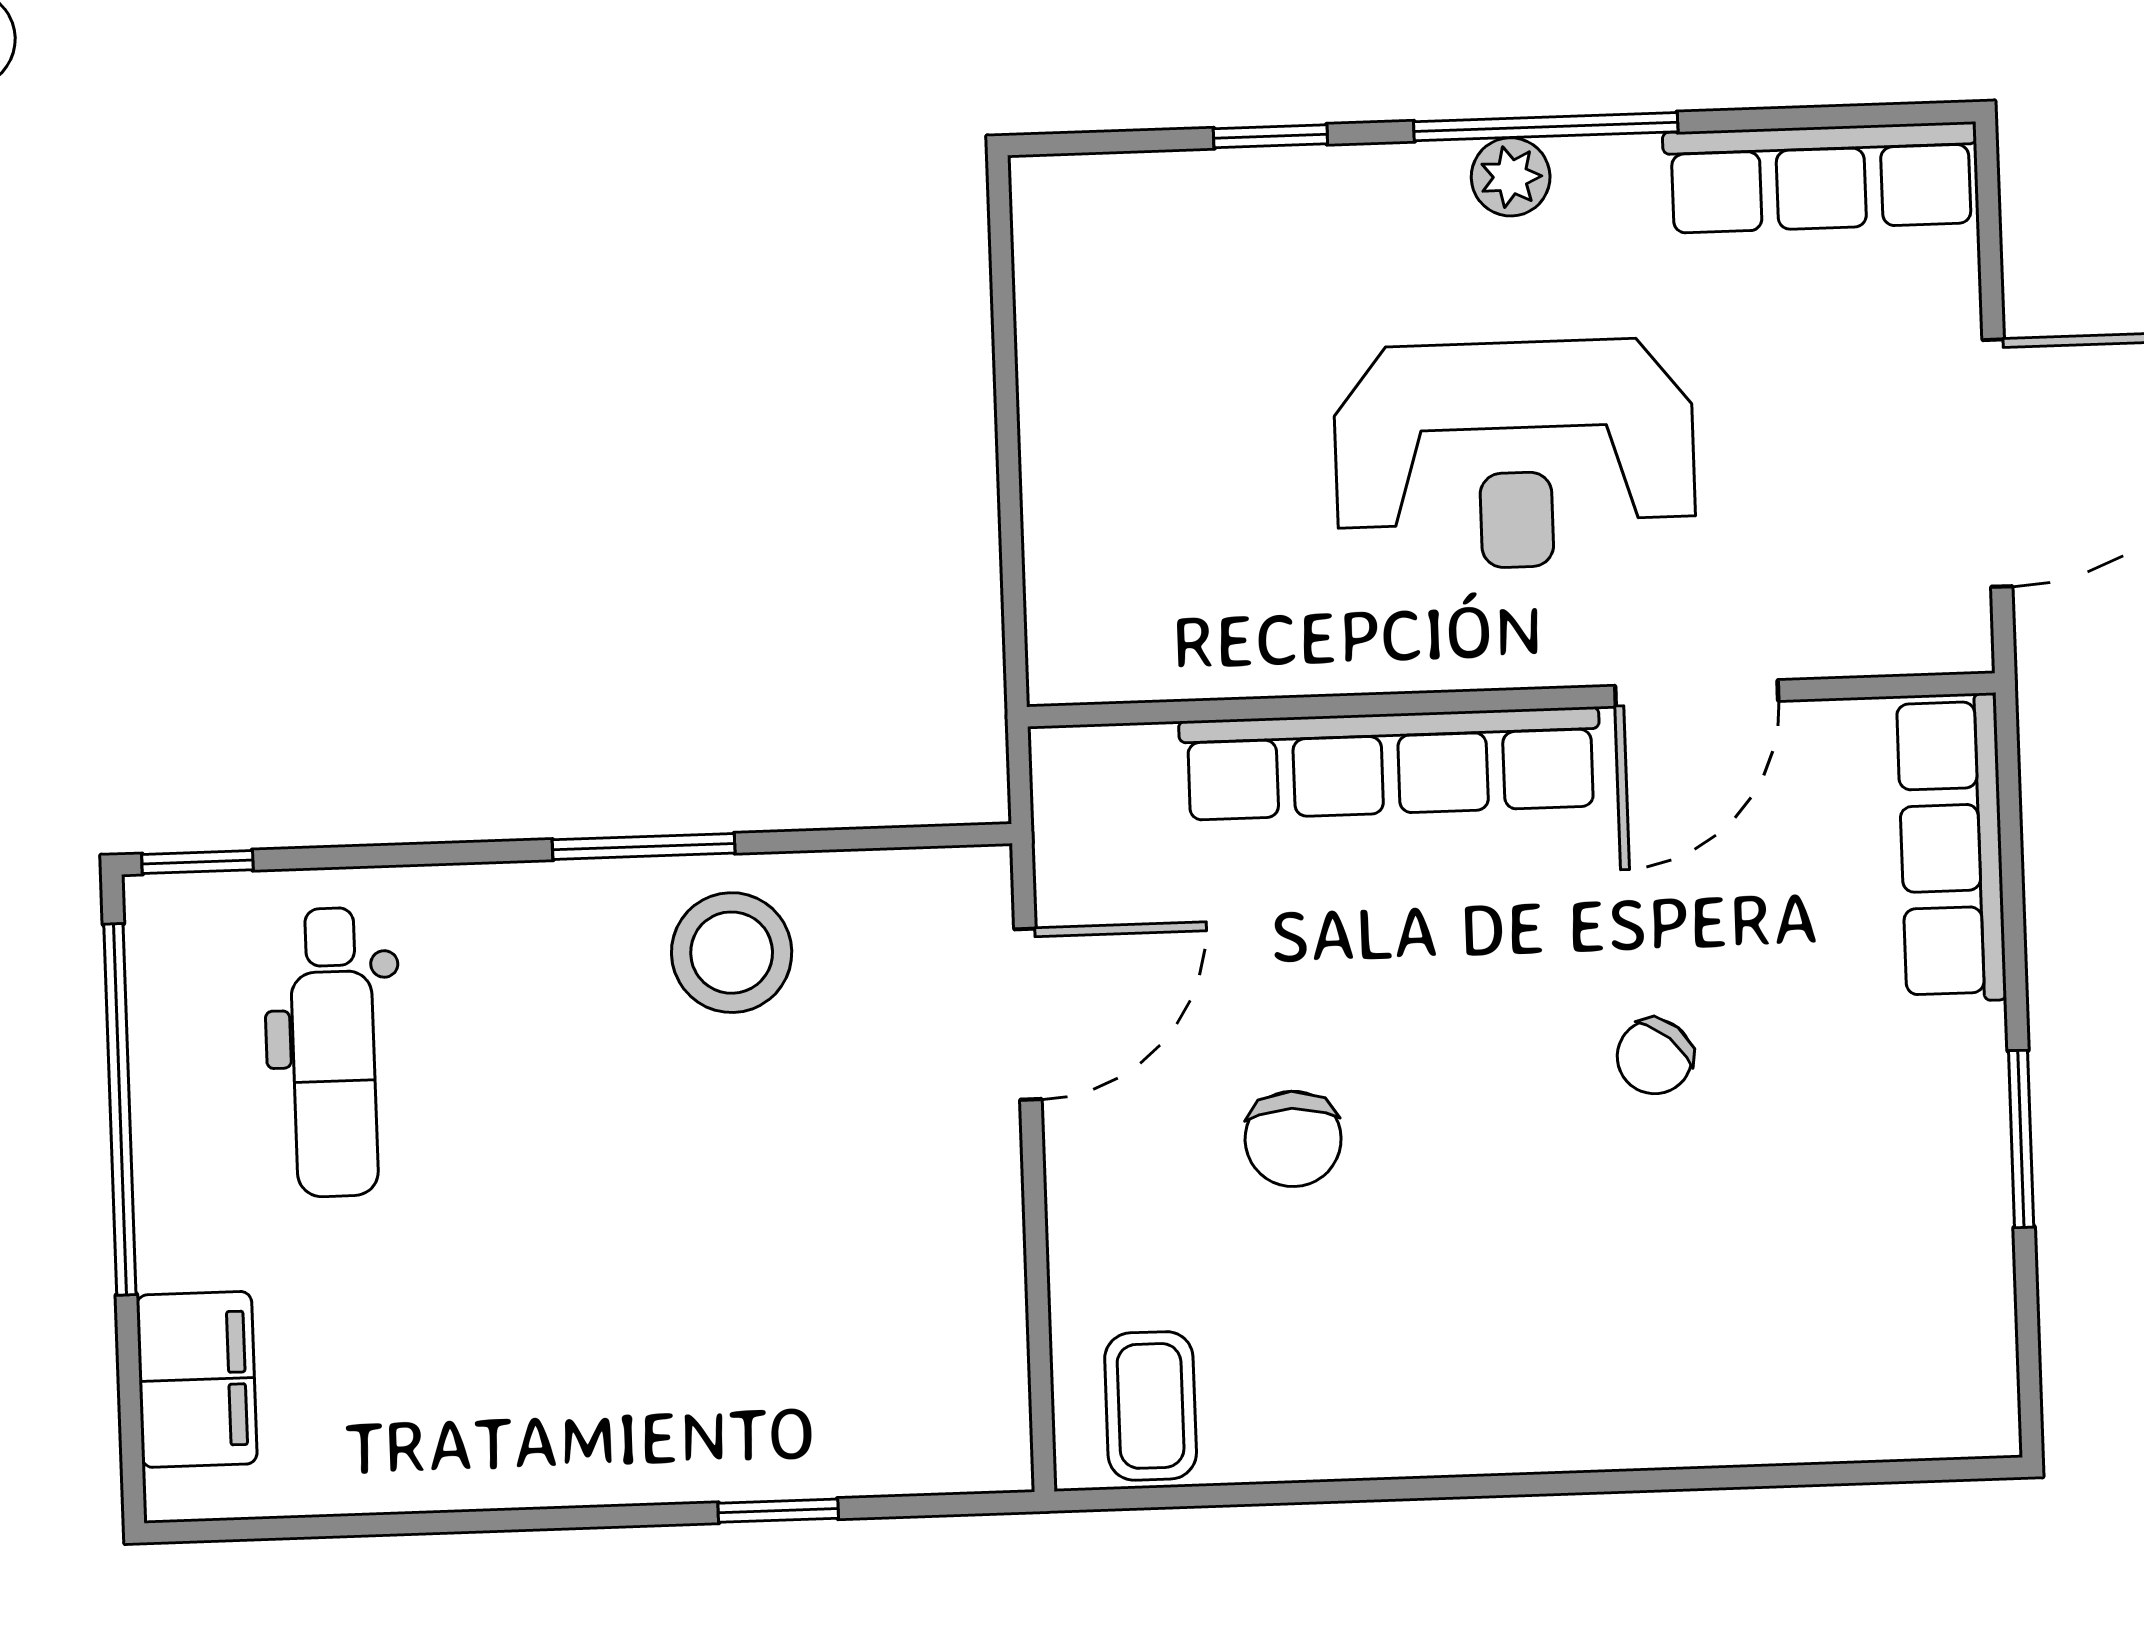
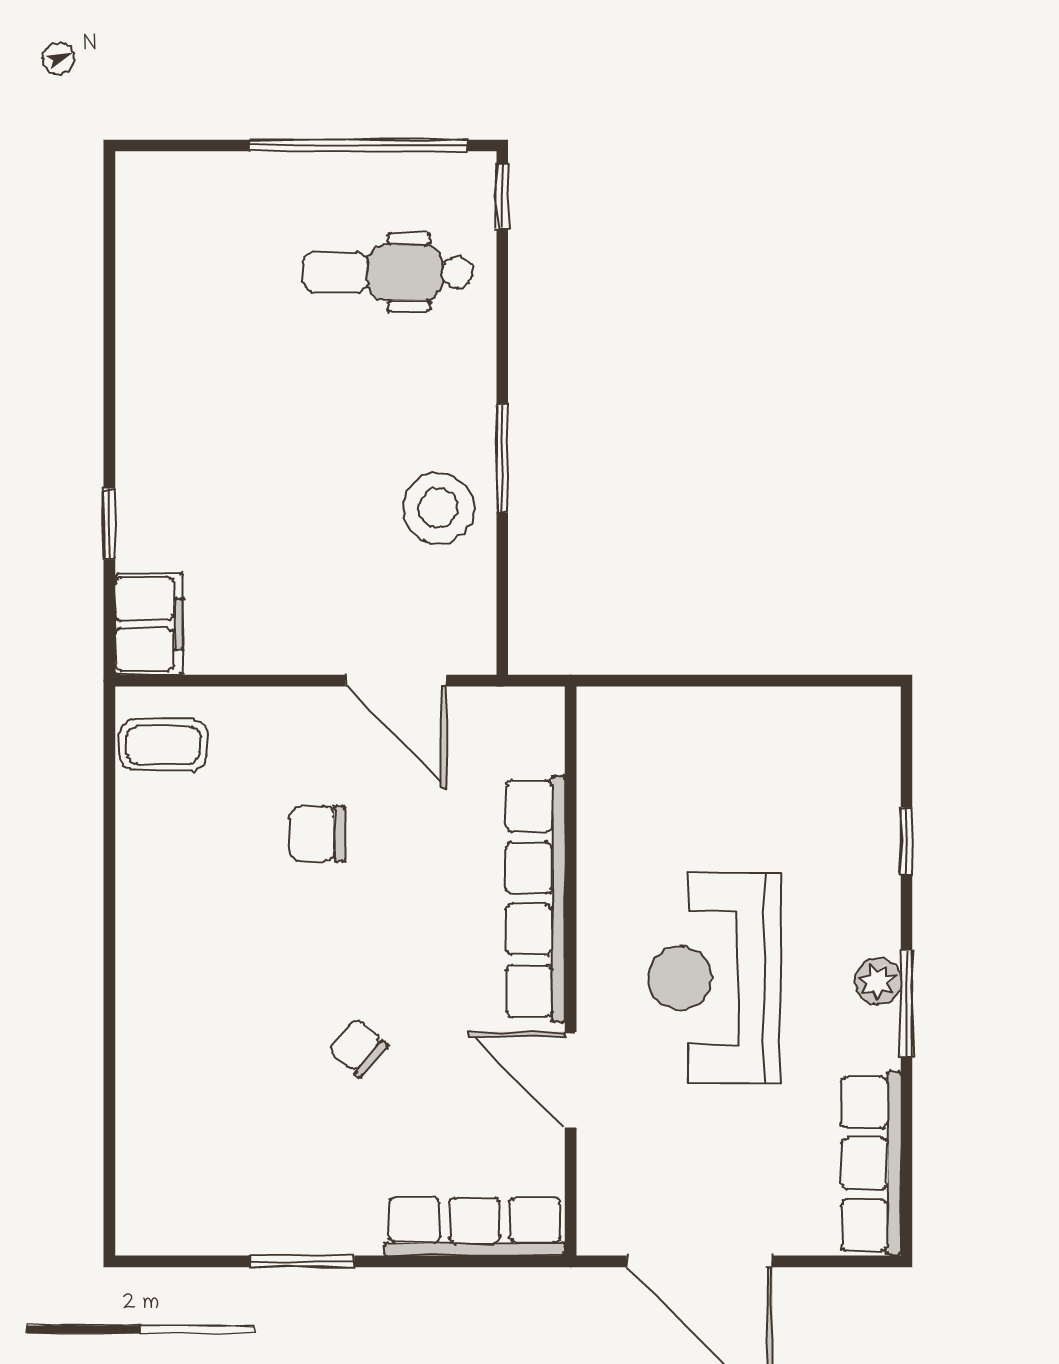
window: (1546, 127) -> (906, 1003), width x0.69
filing cabinet: (197, 1379) -> (149, 624), moved, turned -90

